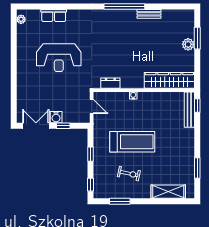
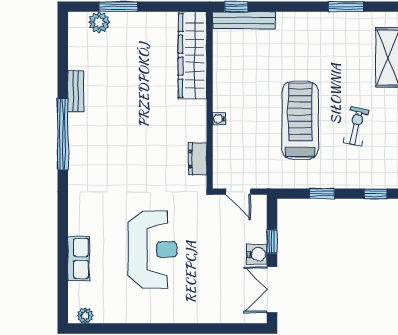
plant: (188, 44) -> (99, 22), moved
door: (92, 106) -> (238, 192), swing flipped

